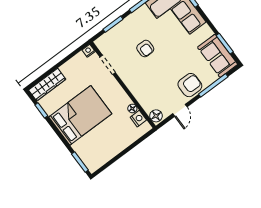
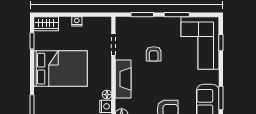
nightstand: (89, 51) -> (77, 21), moved
wardrobe: (47, 85) -> (46, 24), width x0.67
fireplace: (136, 87) -> (123, 79), added

